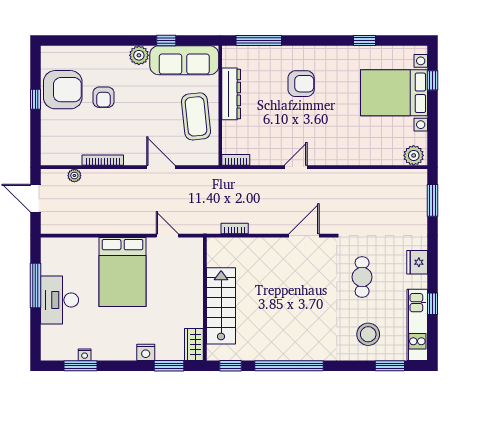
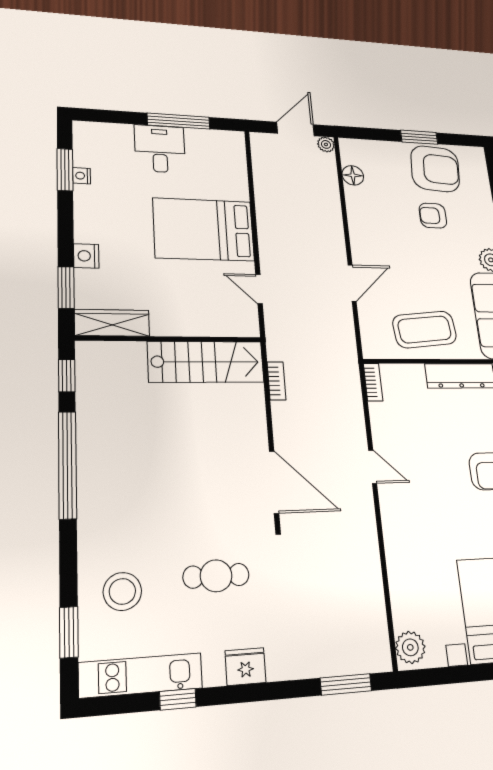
armchair: (63, 90) -> (435, 169), turned -86
window: (35, 99) -> (419, 137), width x1.50
floor lamp: (73, 157) -> (353, 175), added
bookcase: (103, 160) -> (353, 211), removed
plant: (74, 176) -> (326, 144), moved
door: (167, 236) -> (259, 289), swing flipped
door: (304, 236) -> (274, 482), width x1.36
desk: (59, 300) -> (160, 149), width x0.73
stairs: (221, 306) -> (206, 362), moved
wardrobe: (194, 345) -> (112, 323), width x1.50

